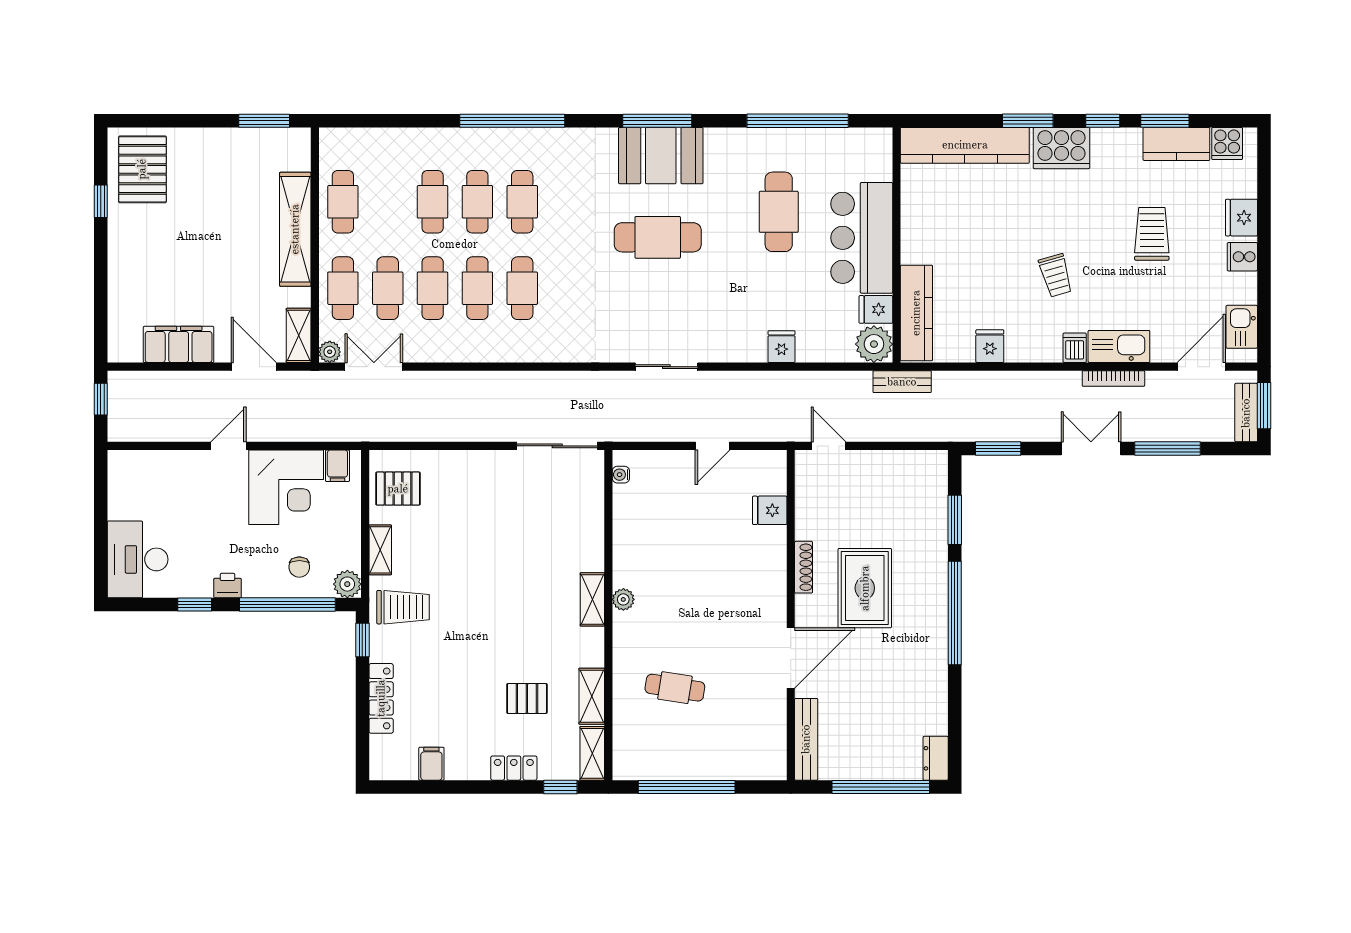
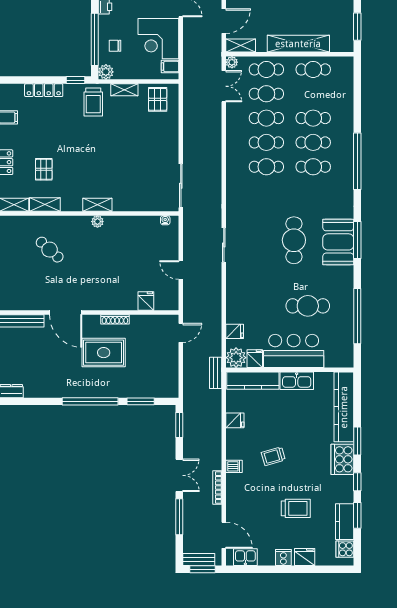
kitchen sink: (1119, 346) -> (297, 381), moved, turned 90
fridge: (782, 347) -> (235, 331), moved
cafe table: (675, 688) -> (50, 250), turned -57

